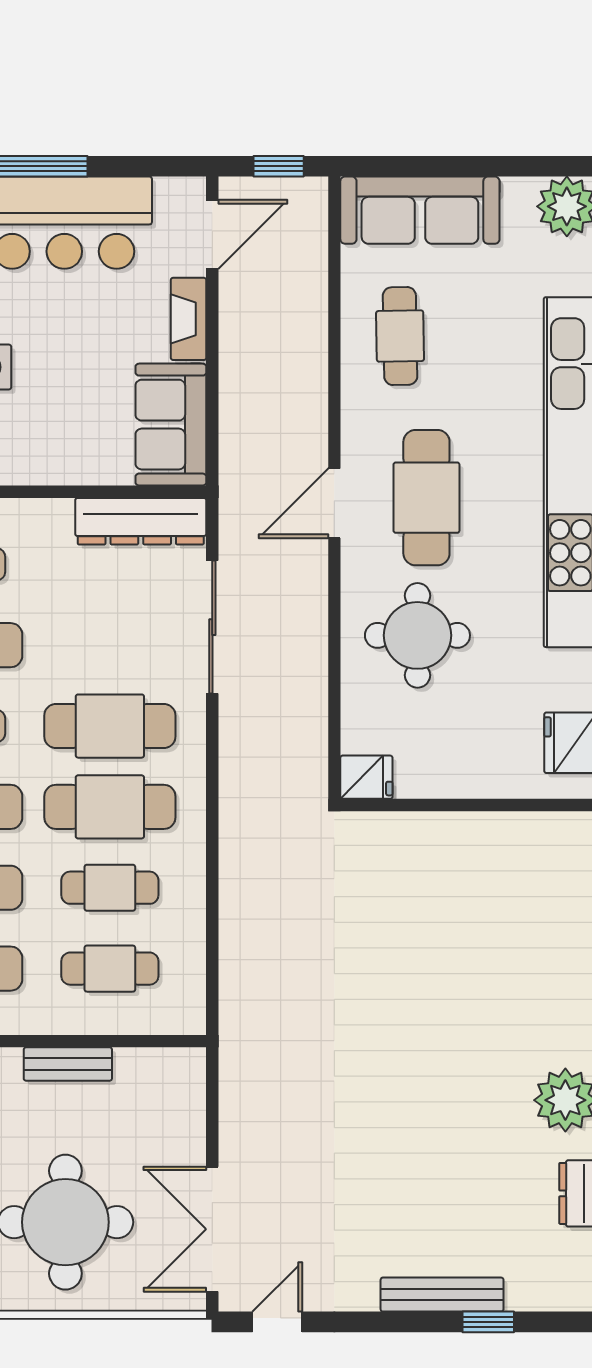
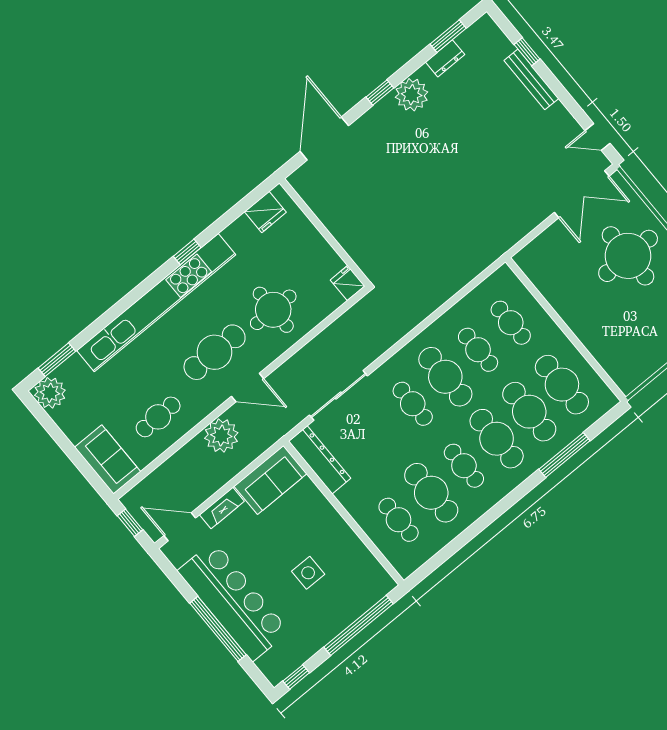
sofa: (420, 210) -> (108, 459), width x0.73
plant: (296, 406) -> (221, 436), added
cafe table: (110, 726) -> (413, 404), width x0.73, depth x0.74
bench: (68, 1064) -> (563, 308), removed

